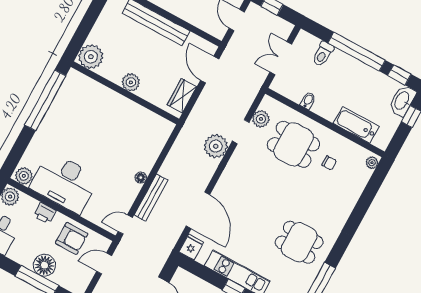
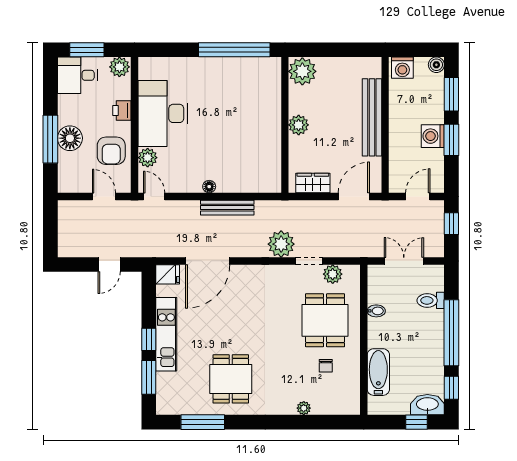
plant: (372, 163) -> (304, 408), moved
plant: (24, 176) -> (148, 158), moved
bench: (151, 197) -> (227, 208), moved

